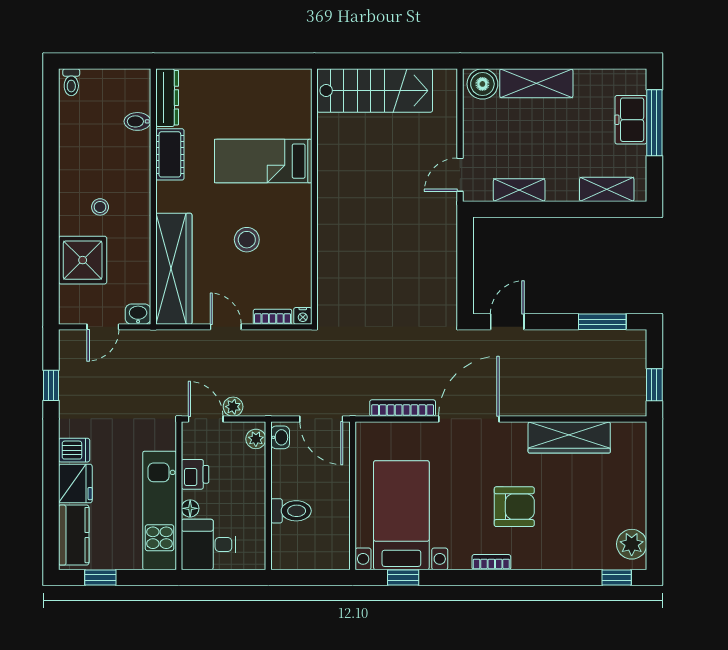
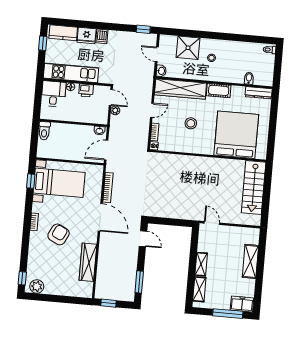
boiler: (482, 84) -> (252, 237), removed
freezer: (631, 120) -> (242, 304), moved
cot: (170, 154) -> (219, 90), moved
bed: (263, 161) -> (236, 135), width x2.04
shelving: (519, 190) -> (201, 264), moved
window: (51, 385) -> (143, 29), moved
door: (206, 419) -> (111, 97), hinge flipped
plant: (256, 439) -> (100, 120), removed
armchair: (514, 507) -> (59, 234), turned -153
toilet: (291, 511) -> (44, 131), moved

